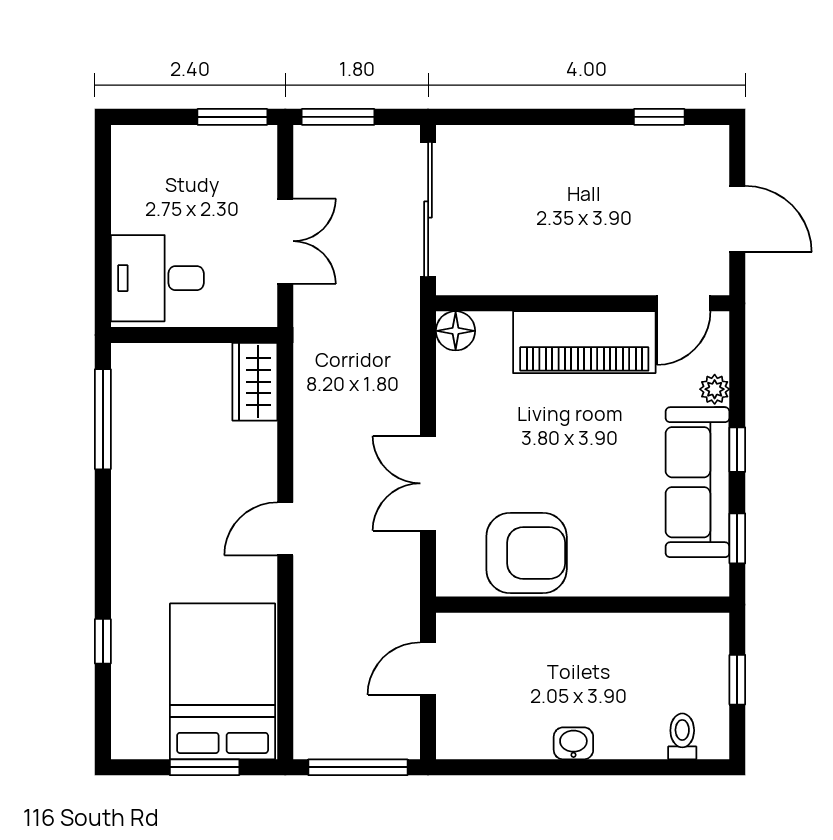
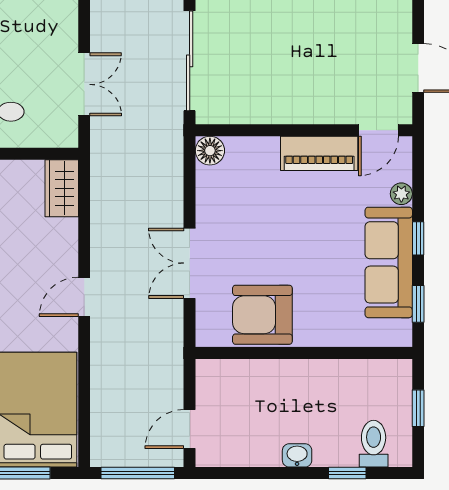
piano: (584, 342) -> (319, 153), width x0.73, depth x0.75
armchair: (527, 553) -> (262, 315), turned 180
door: (428, 669) -> (190, 429), moved
toilet: (682, 736) -> (374, 444), width x1.37, depth x1.39
window: (641, 767) -> (347, 473), added

